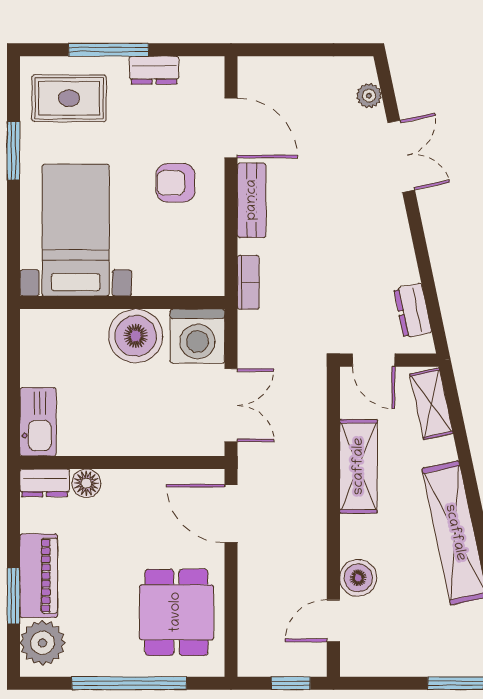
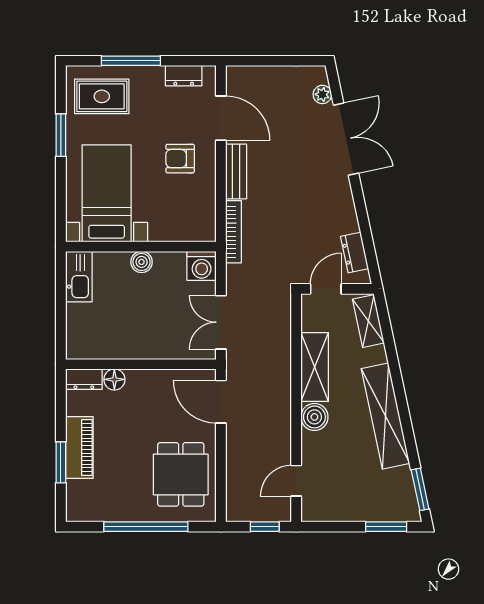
dresser: (154, 70) -> (184, 76), moved
double door: (401, 156) -> (346, 139), width x1.37
bookcase: (248, 282) -> (234, 232), width x1.56
boiler: (136, 336) -> (142, 262), width x0.54, depth x0.54
washing machine: (197, 336) -> (202, 266), width x0.73, depth x0.73
door: (374, 360) -> (326, 289), swing flipped
double door: (231, 405) -> (221, 322), swing flipped
kitchen sink: (38, 422) -> (79, 277), moved
boiler: (358, 578) -> (314, 417), moved
plant: (42, 643) -> (82, 497), removed

